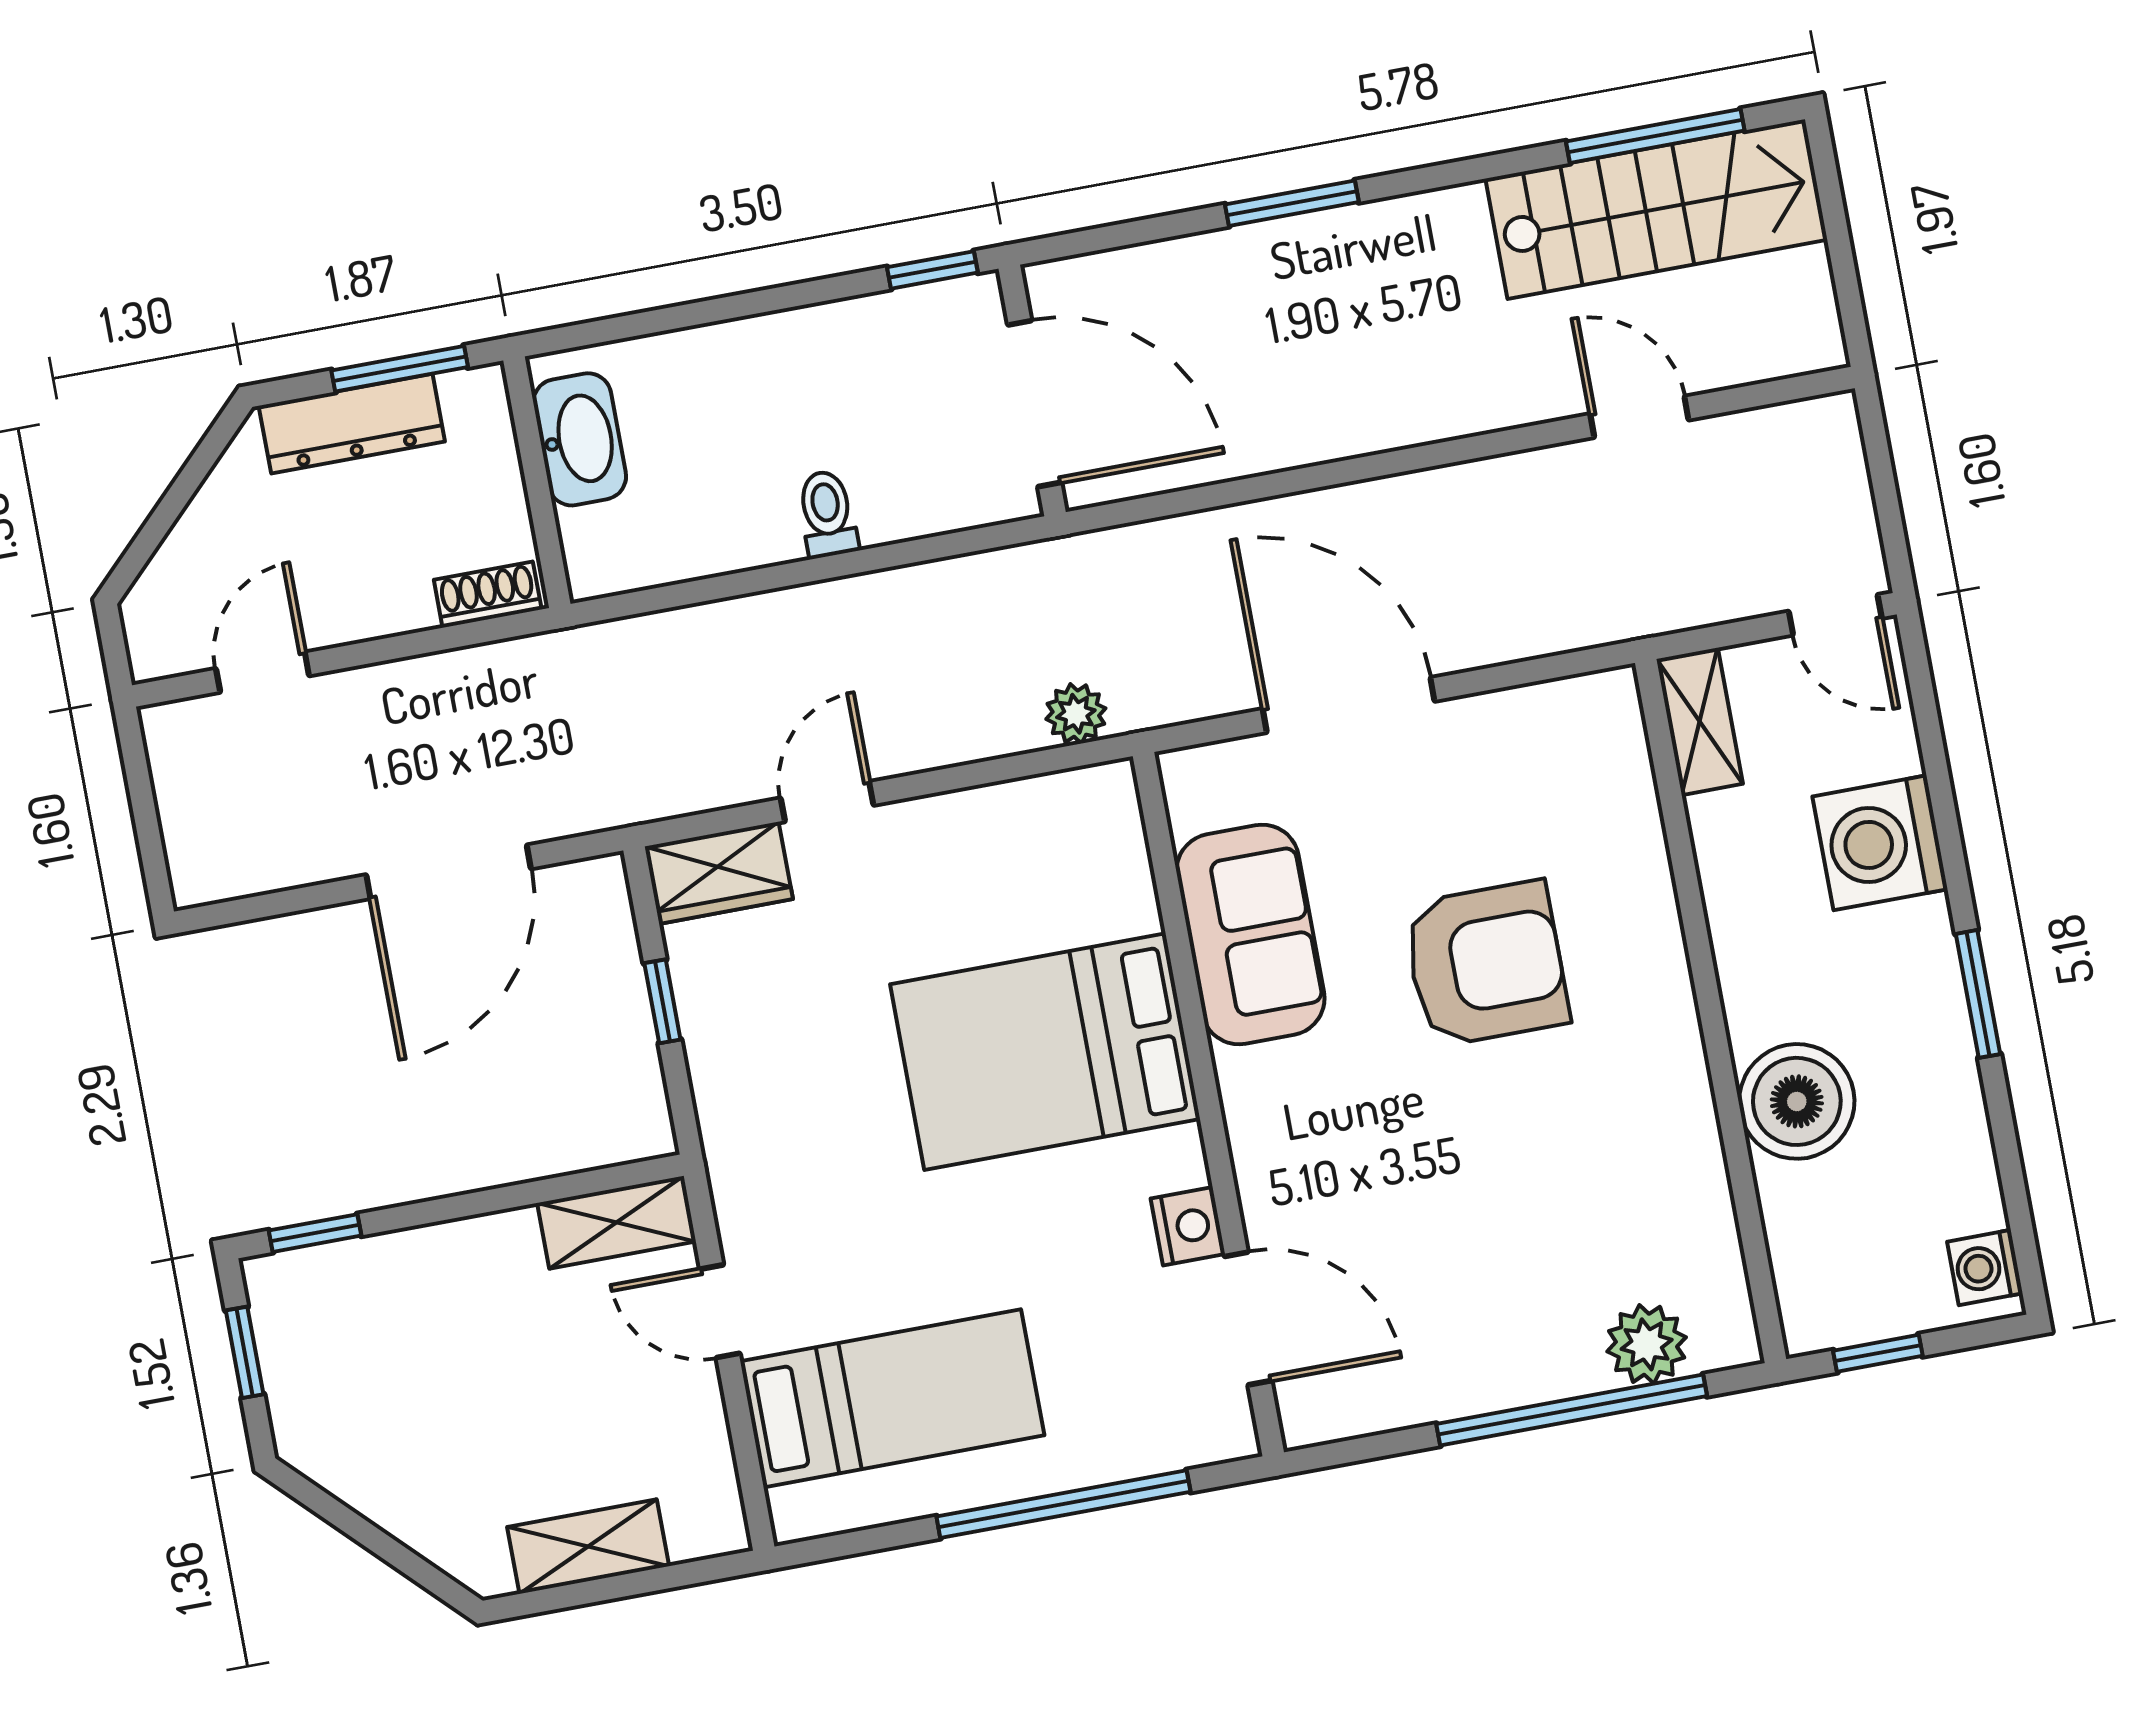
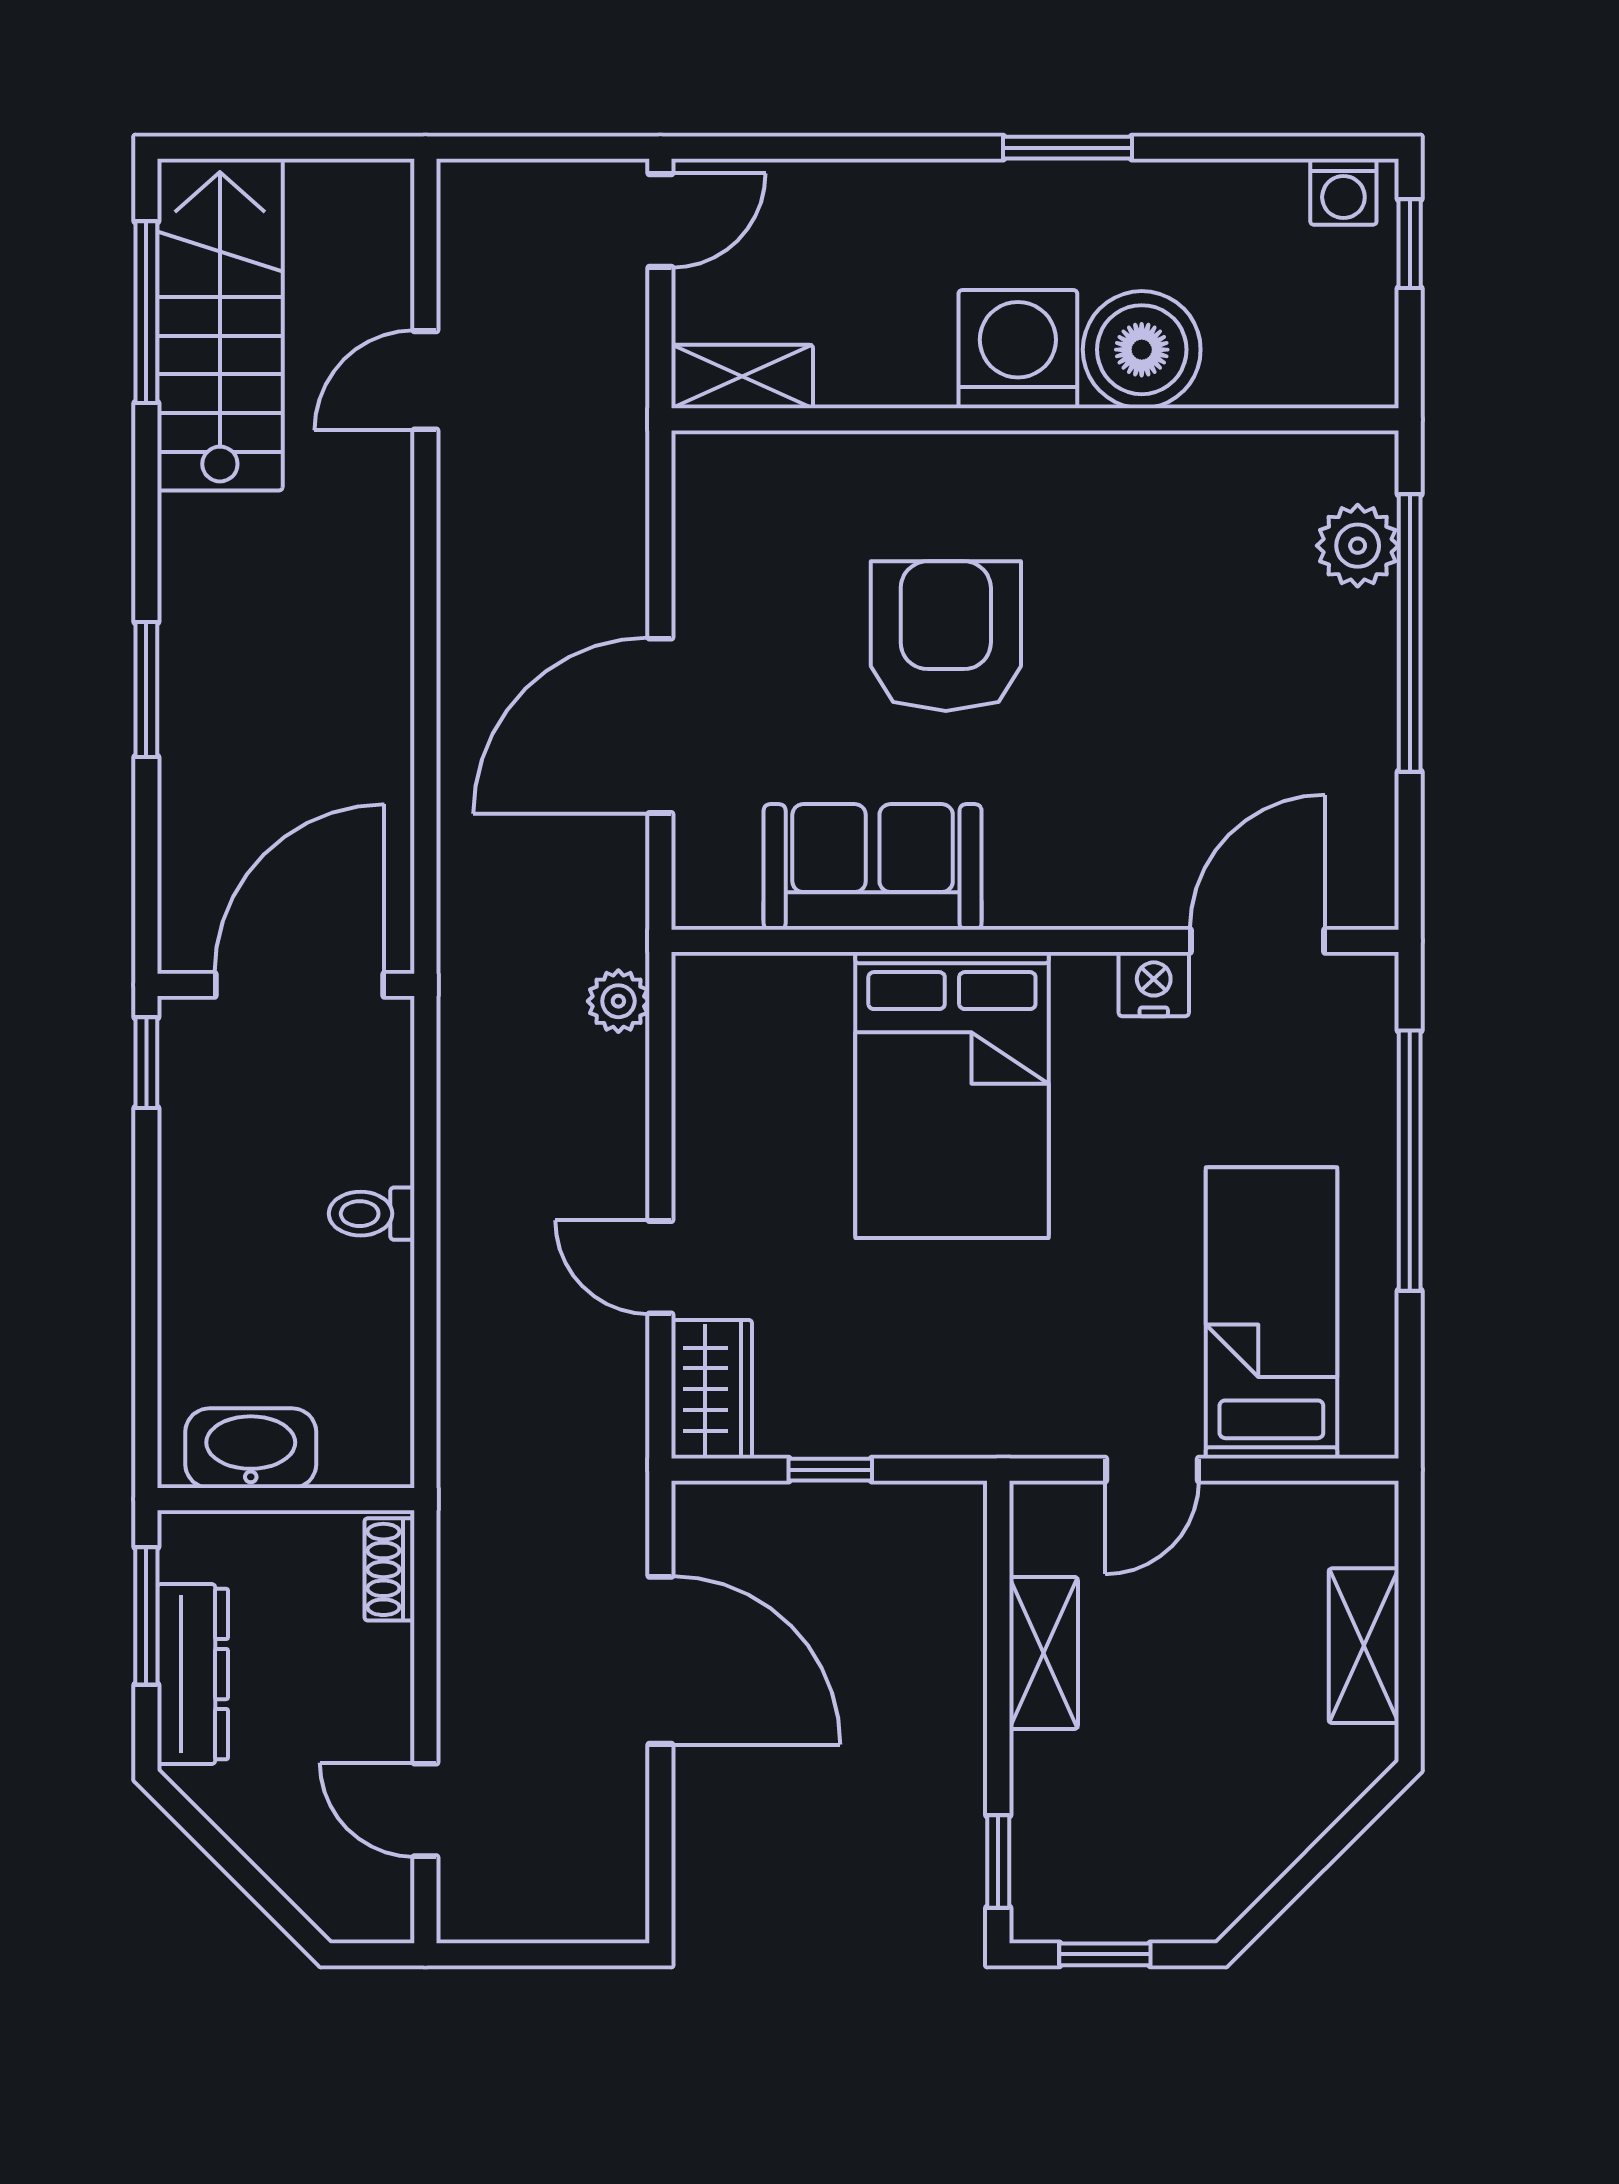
washing machine: (1880, 843) -> (1018, 349), moved, turned 180
shelving: (617, 1222) -> (1044, 1653), moved
window: (1878, 1353) -> (1410, 244), moved

